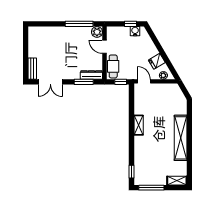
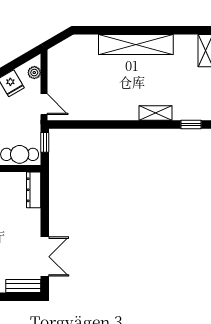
door: (144, 81) -> (44, 104), swing flipped
window: (84, 82) -> (45, 202), removed
shelving: (139, 125) -> (155, 113), moved

